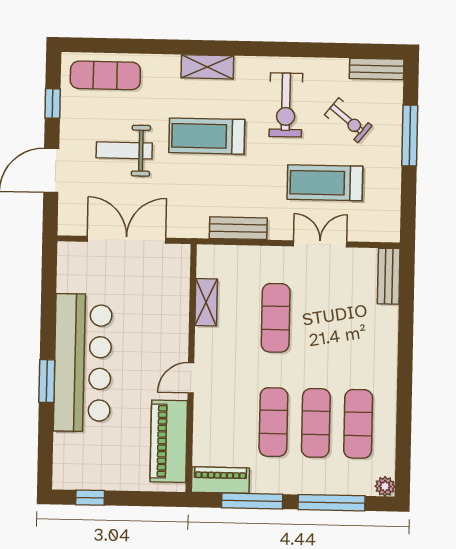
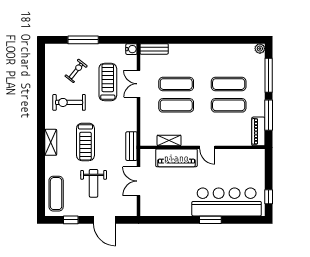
bench: (377, 69) -> (50, 57), removed
exercise bike: (286, 105) -> (69, 102), turned 180
treadmill: (325, 183) -> (108, 82), turned 180
bench: (238, 228) -> (131, 146), moved
water cooler: (389, 231) -> (131, 49), added
double door: (127, 240) -> (138, 181), width x0.73
bar counter: (83, 363) -> (227, 202), moved
exercise mat: (358, 424) -> (176, 84), moved
piano: (169, 441) -> (176, 158), moved

